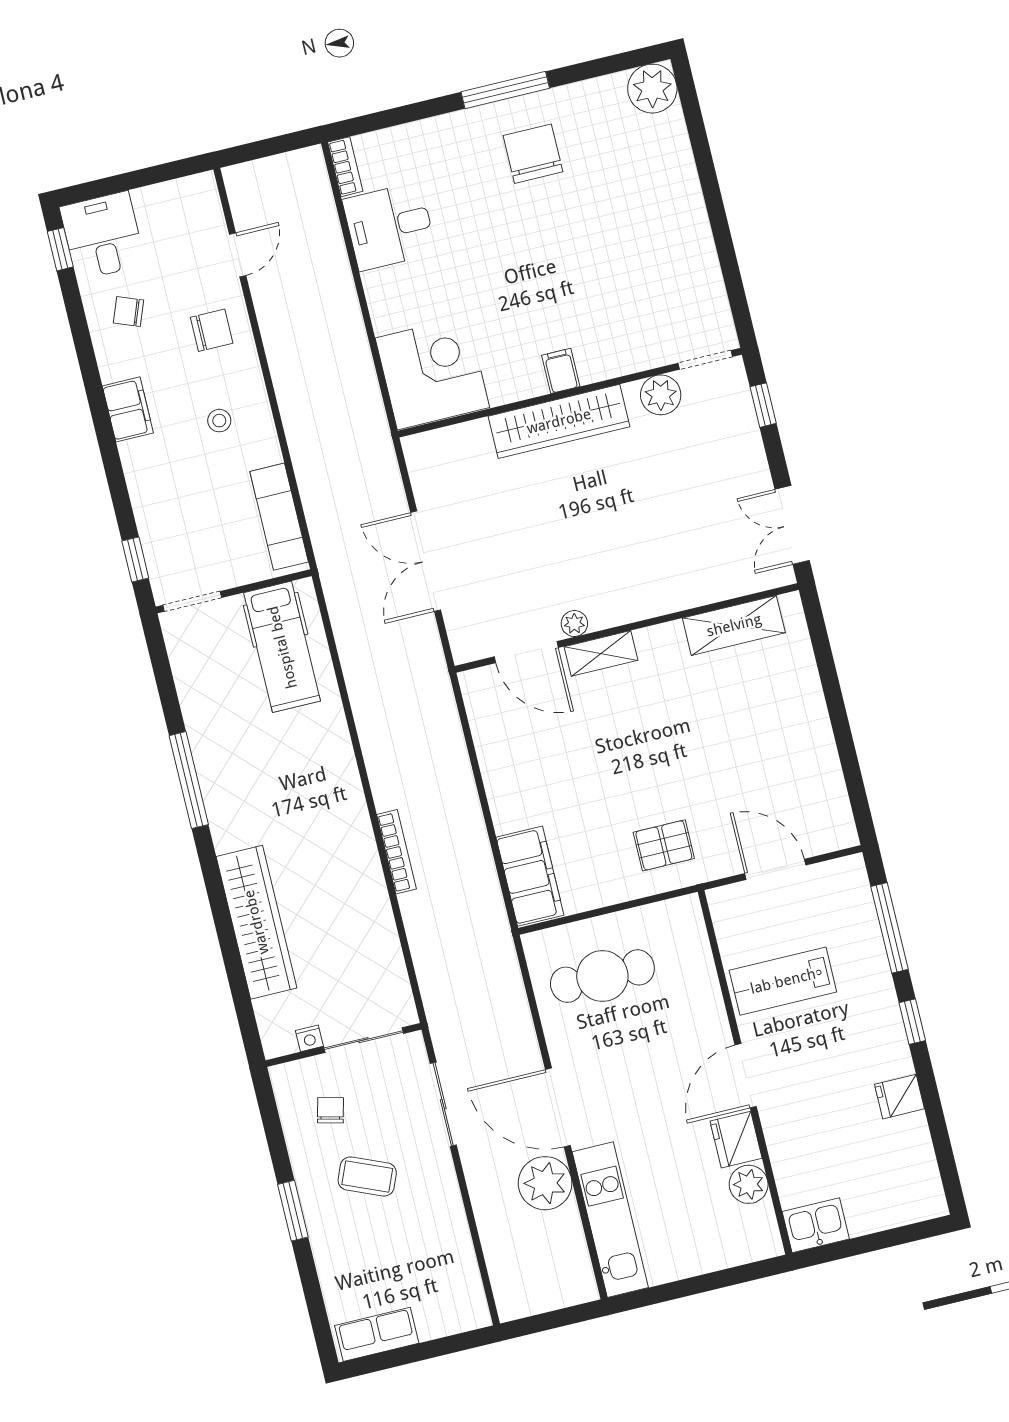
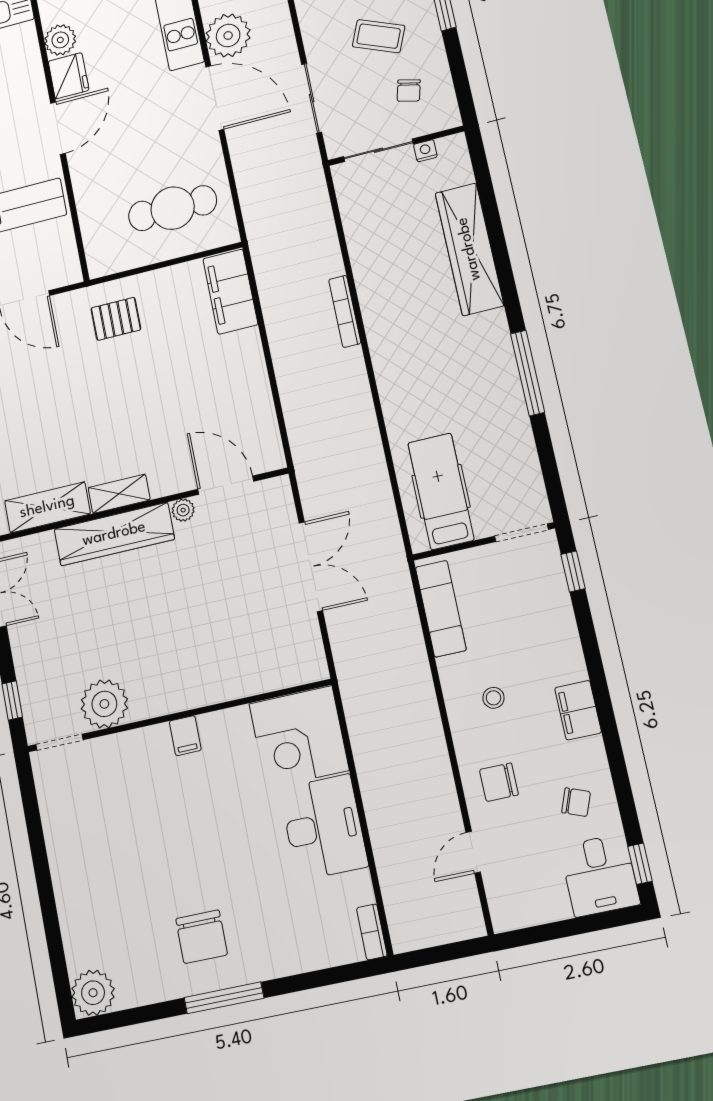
desk: (390, 226) -> (324, 827), moved, width x1.37
plant: (661, 395) -> (104, 704), width x1.36, depth x1.36
wardrobe: (559, 421) -> (114, 534), moved, turned 180
shelving: (601, 653) -> (119, 494), moved

